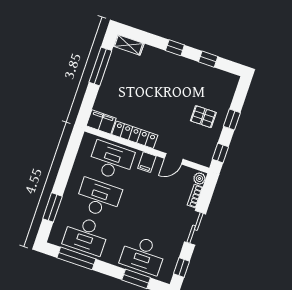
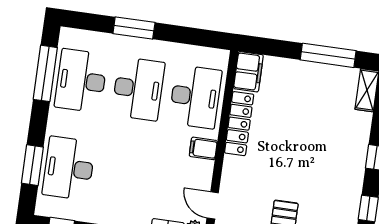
door: (174, 159) -> (213, 205), moved
window: (52, 207) -> (134, 28), moved

